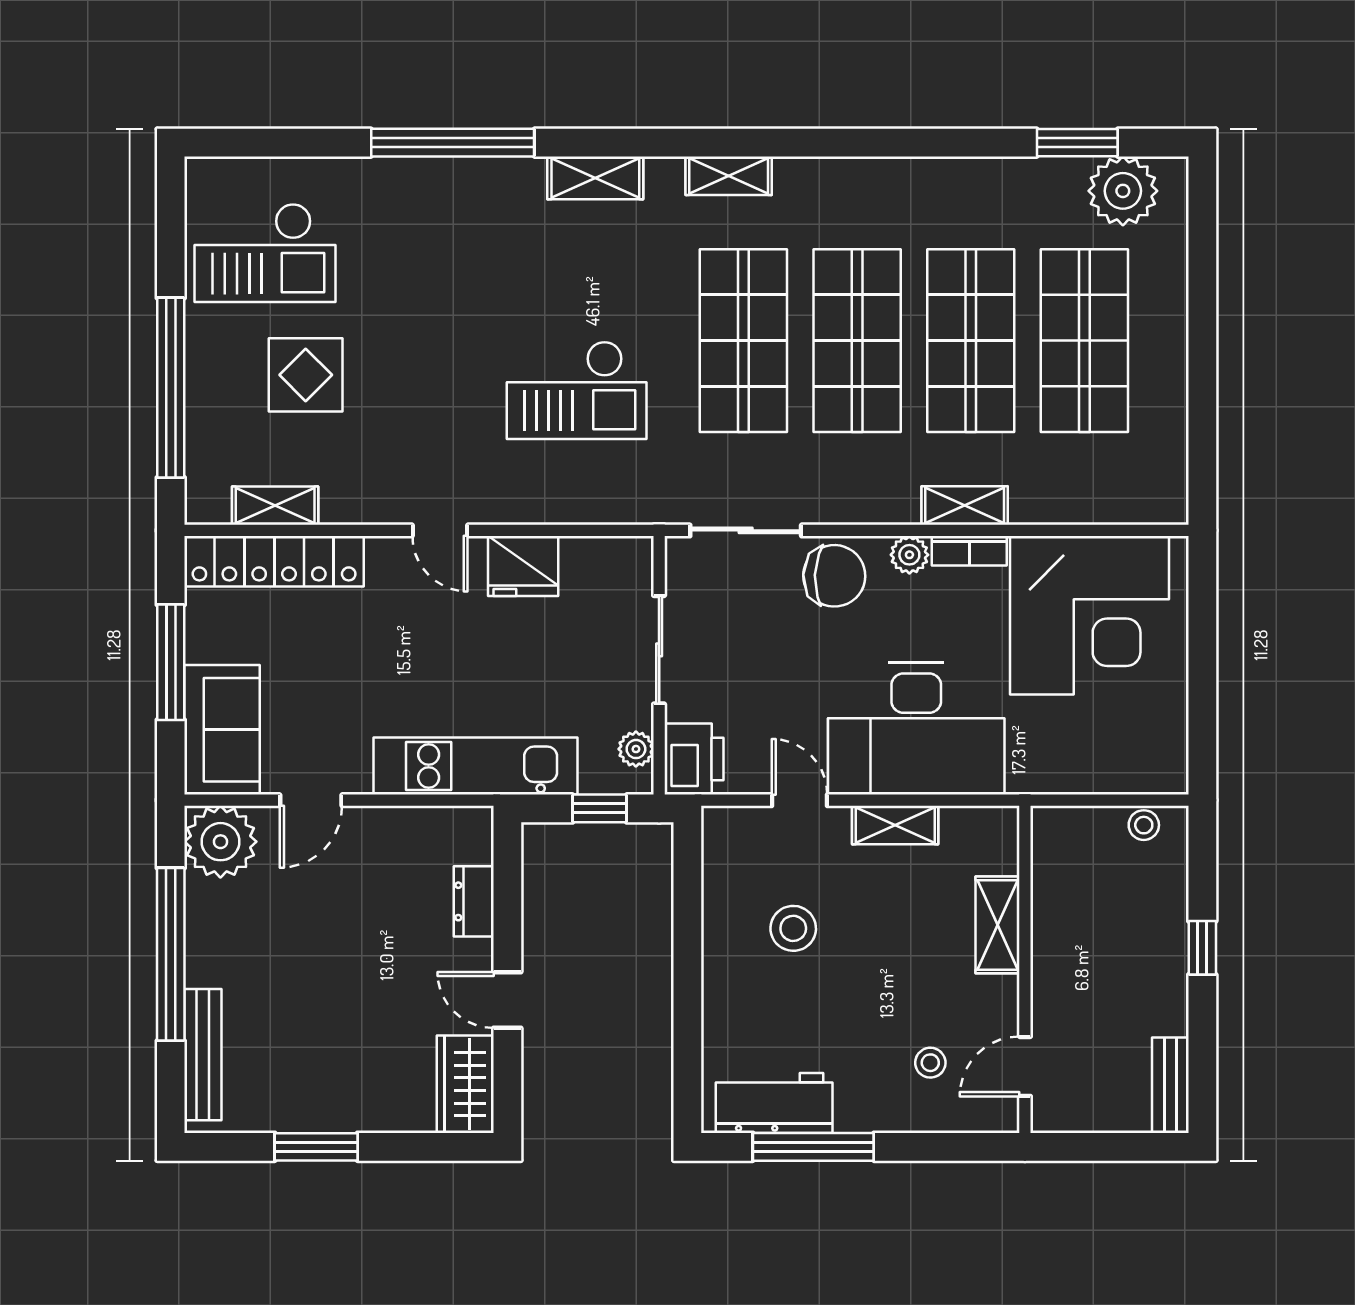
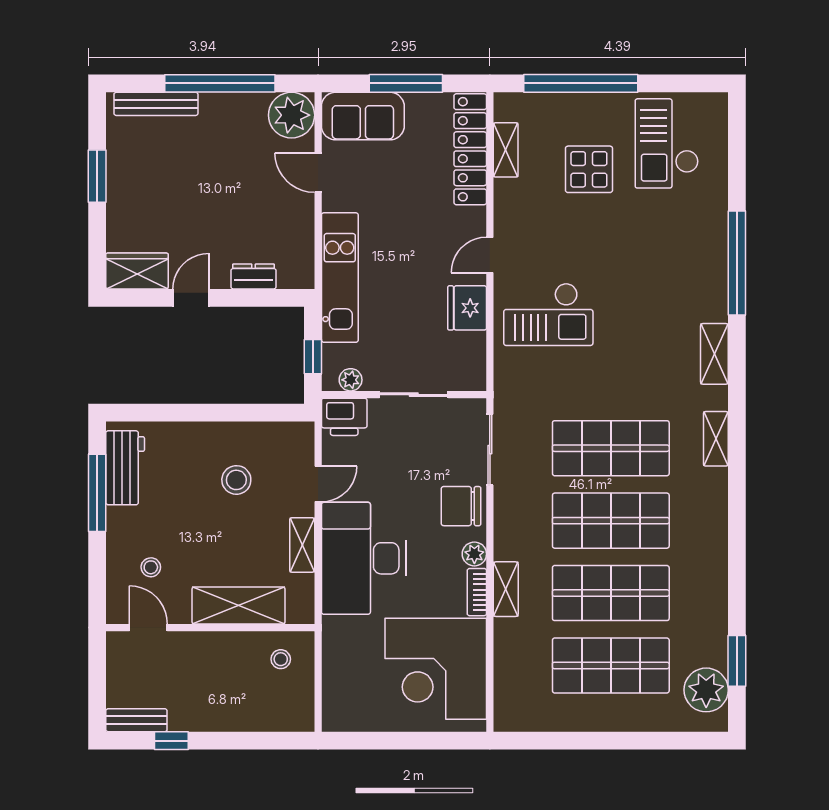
checkout: (577, 390) -> (548, 314), moved, turned -90
chair: (834, 576) -> (461, 506), turned 88
stool: (1144, 825) -> (281, 659), moved
shelving: (998, 925) -> (239, 606), width x1.50, depth x1.33
window: (1202, 948) -> (171, 741), moved

